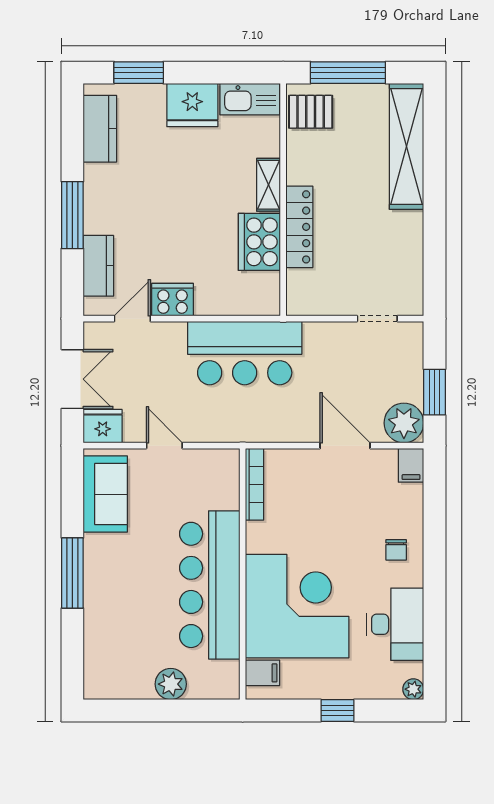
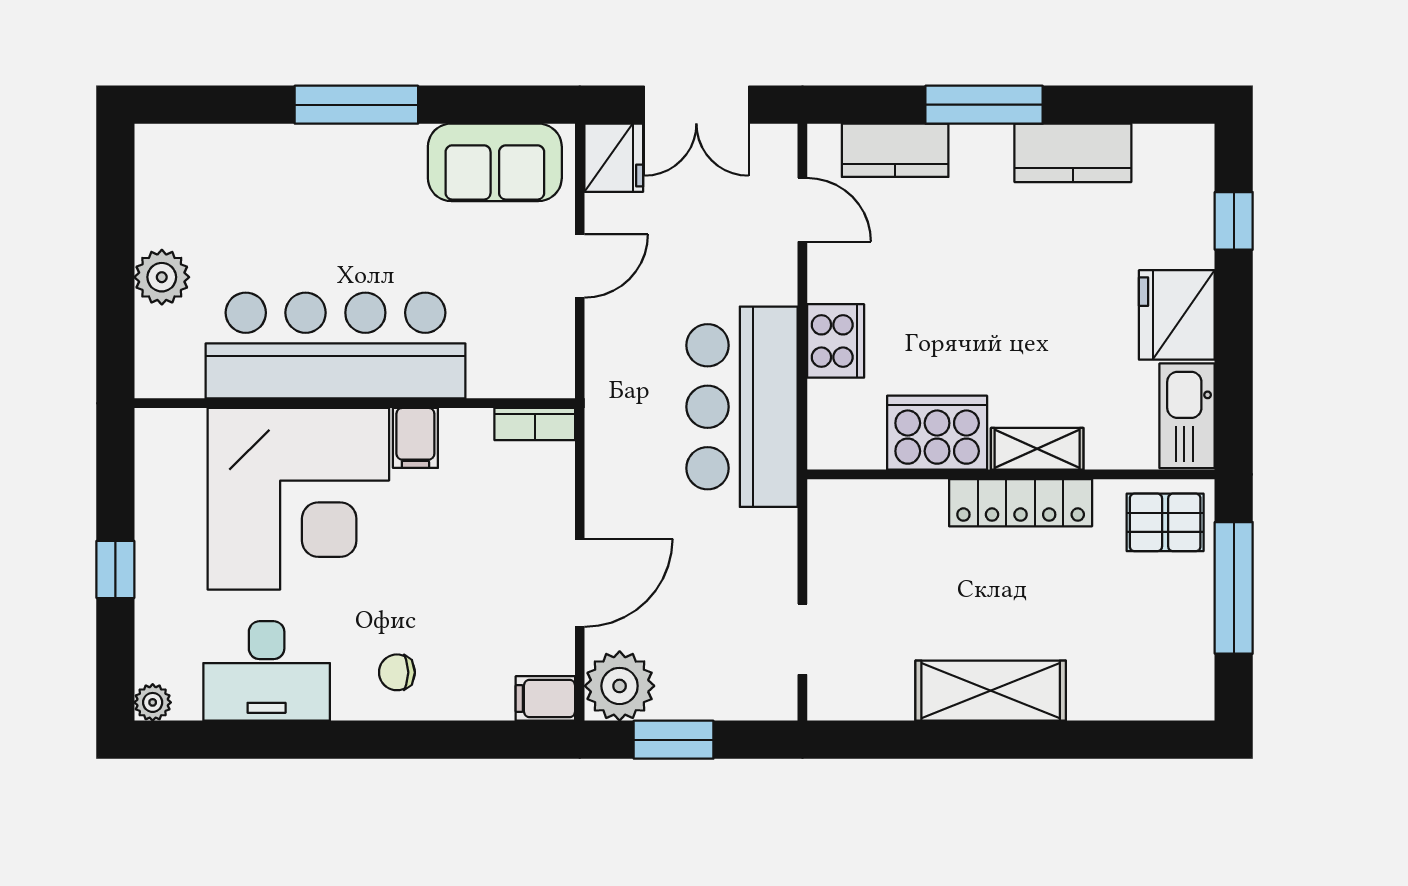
window: (139, 73) -> (1234, 221), width x0.67
pallet: (311, 112) -> (1165, 522), turned 90
kitchen counter: (100, 129) -> (1073, 153), moved
shelving: (407, 146) -> (991, 691), moved, width x0.68
locker: (299, 227) -> (1021, 503), moved
cooker: (173, 300) -> (836, 341), moved
bookcase: (255, 484) -> (535, 424), width x0.64
filing cabinet: (262, 673) -> (415, 438), moved

